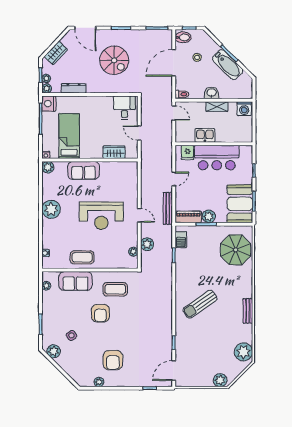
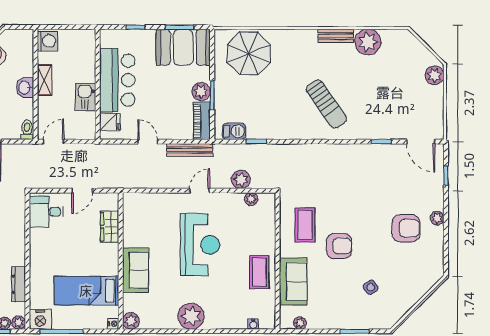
plant: (54, 351) -> (393, 313), removed
plant: (243, 352) -> (368, 42), moved
plant: (99, 382) -> (437, 218), moved

